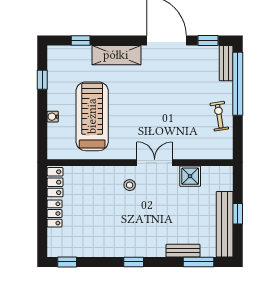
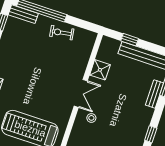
double door: (155, 163) -> (81, 93), swing flipped
window: (238, 214) -> (130, 40), moved

